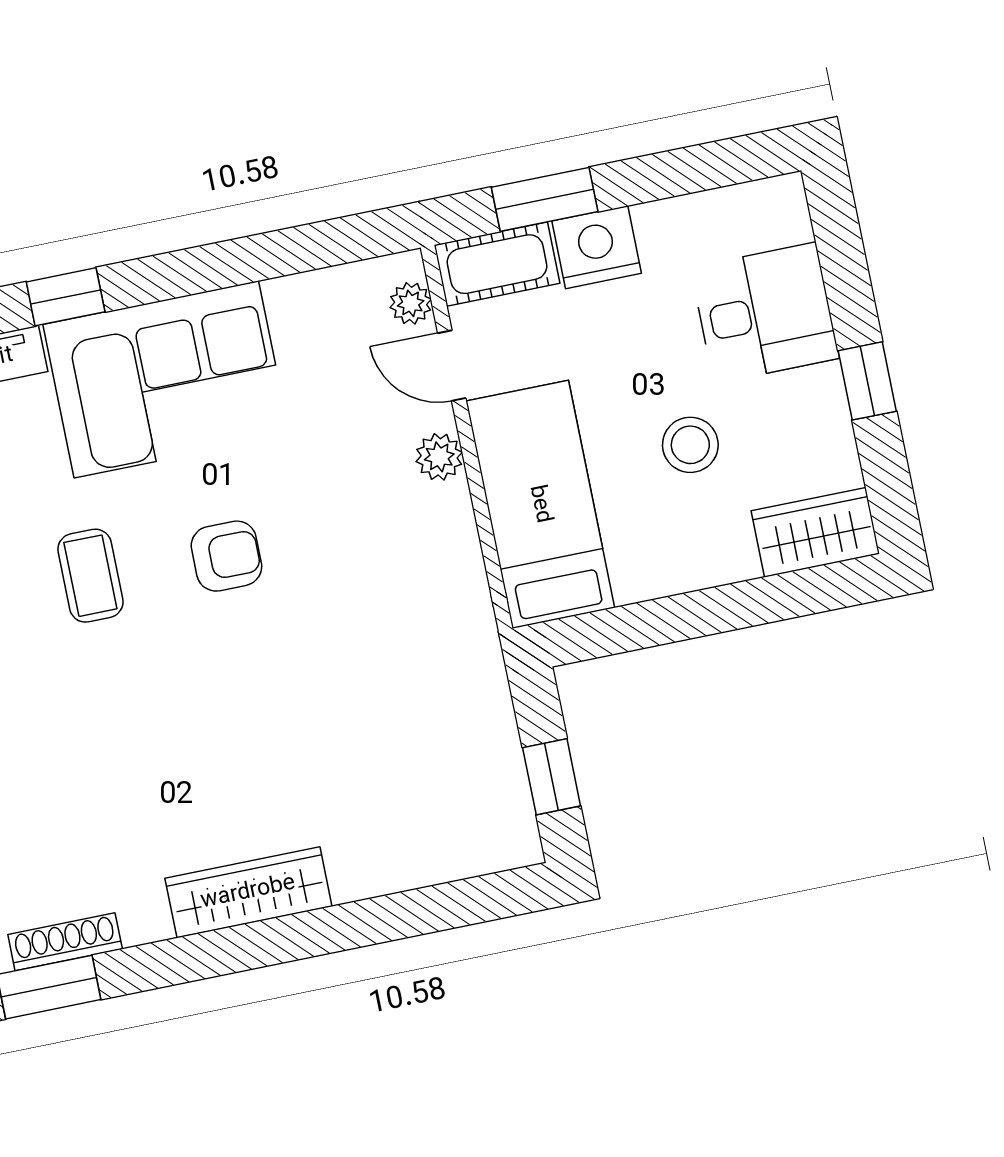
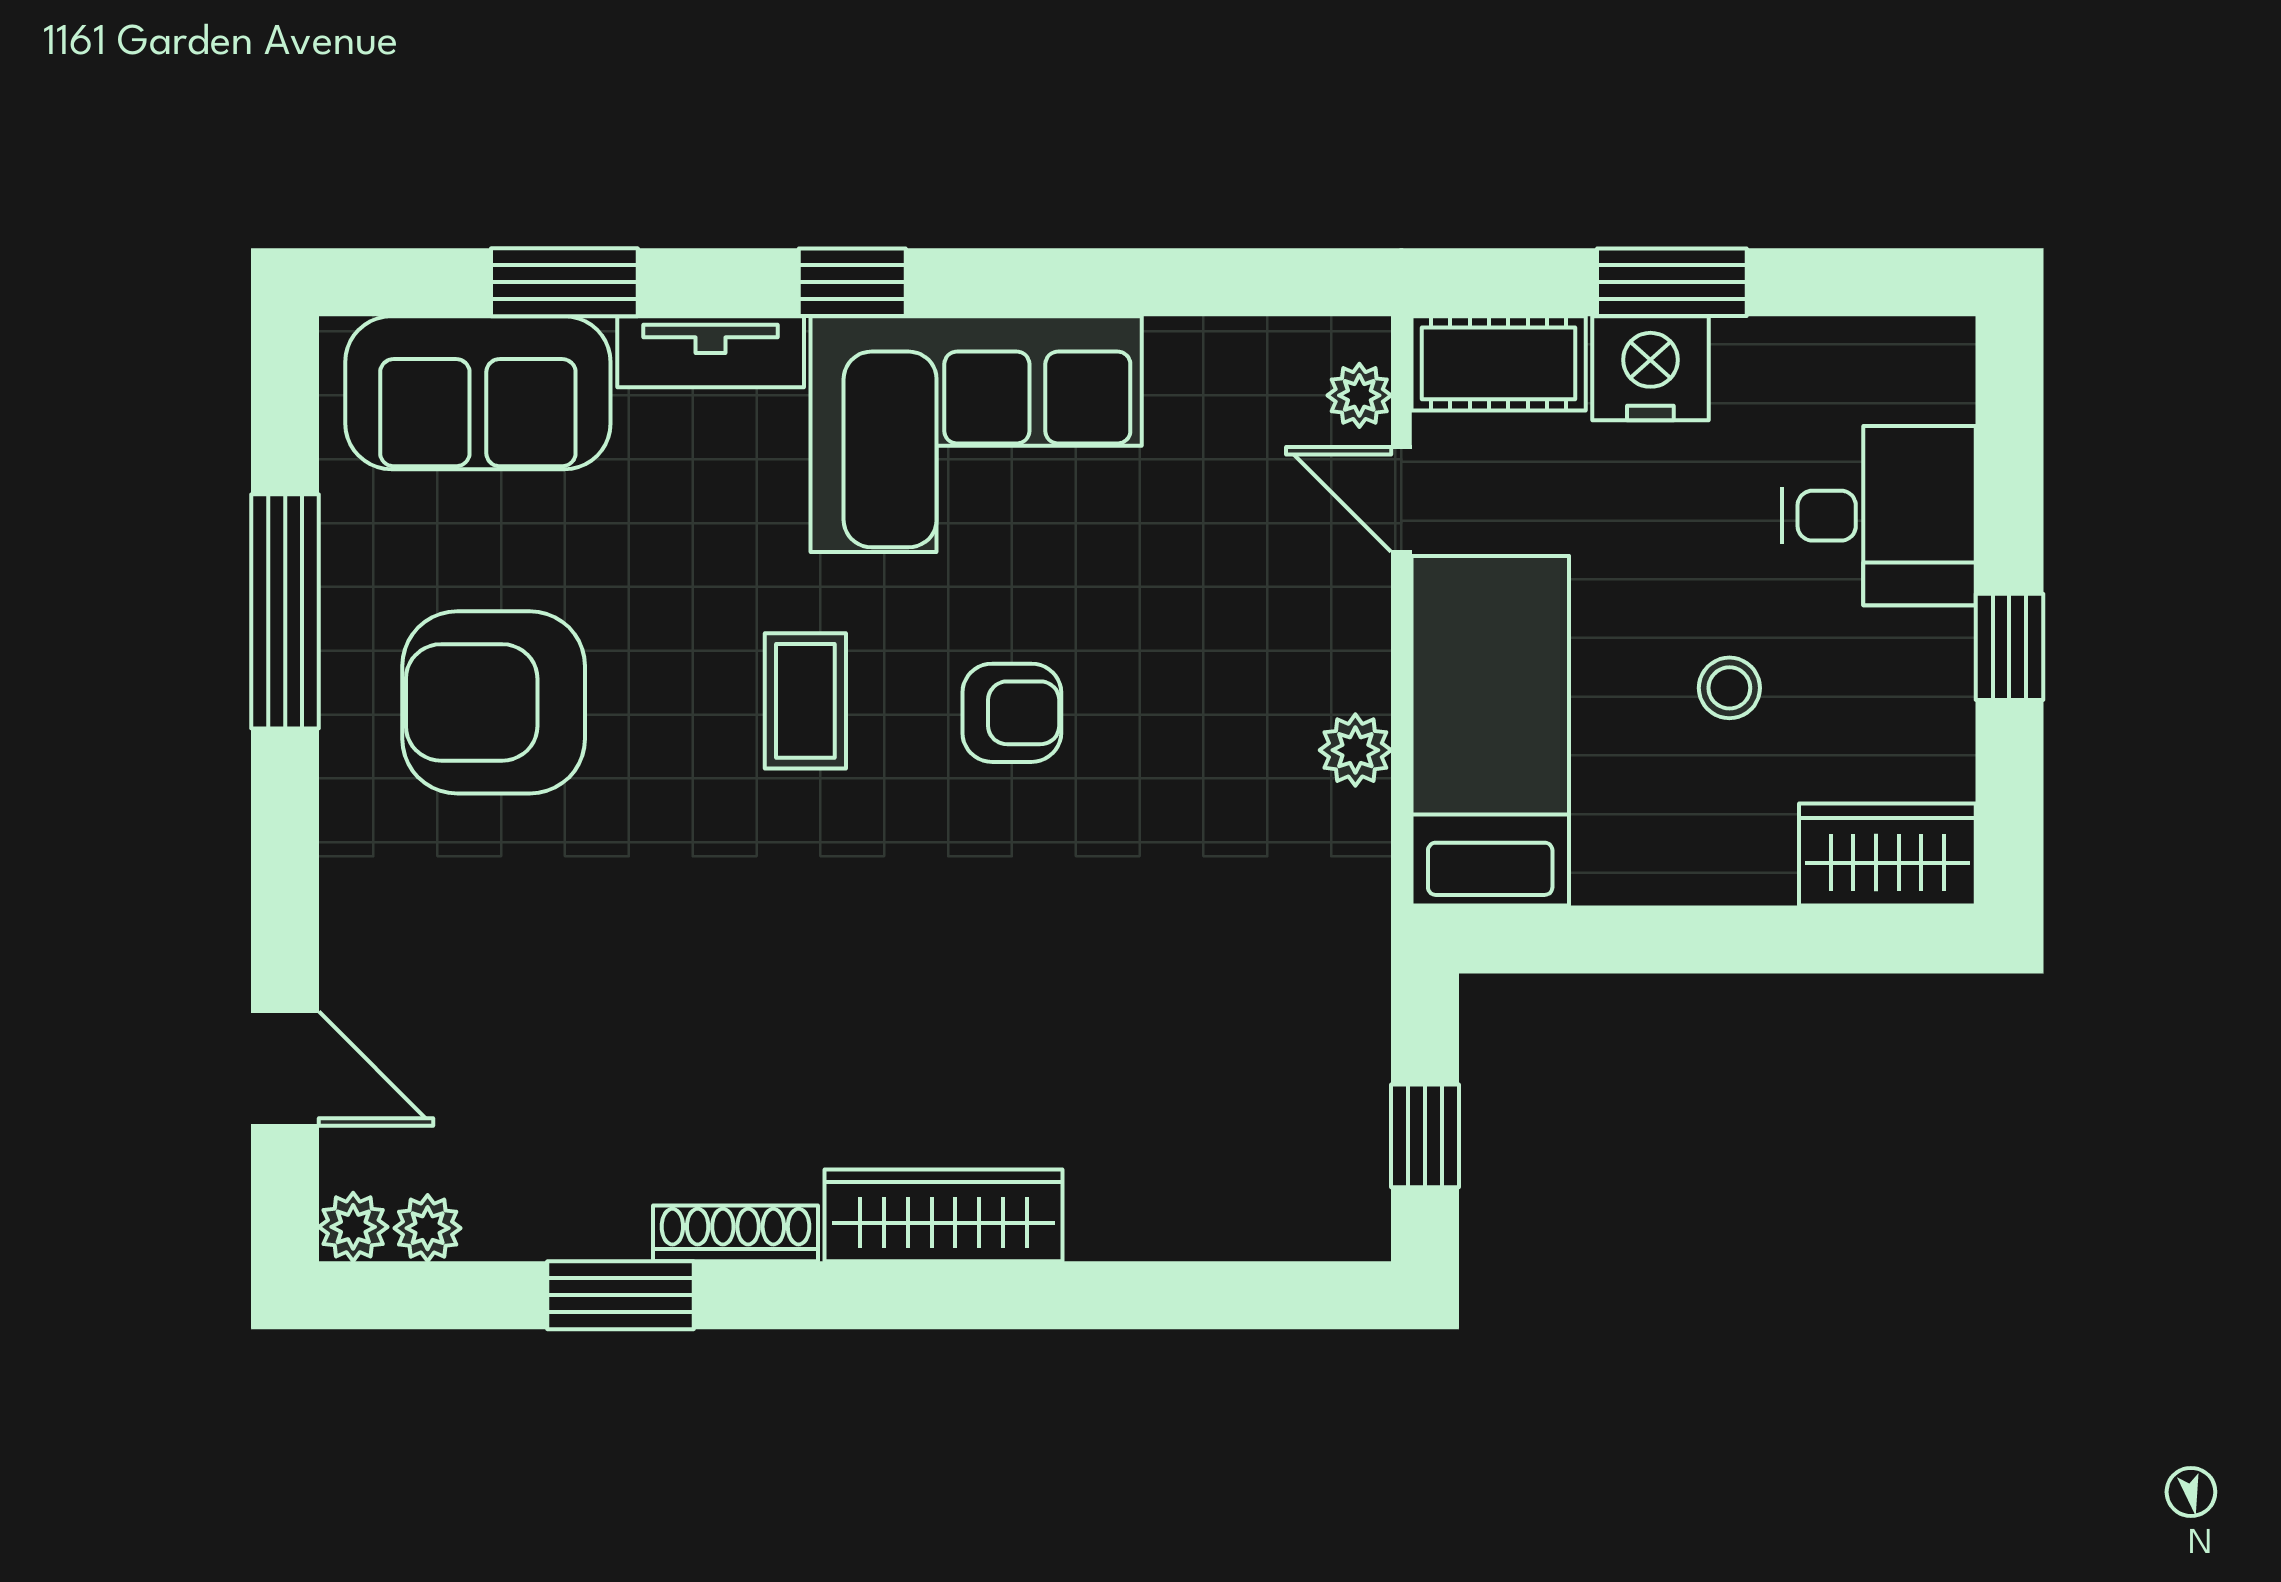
window: (545, 199) -> (1672, 282), moved
stool: (690, 445) -> (1729, 688), width x0.73, depth x0.73
plant: (439, 457) -> (1355, 750), moved
shoe rack: (65, 942) -> (735, 1233), moved

